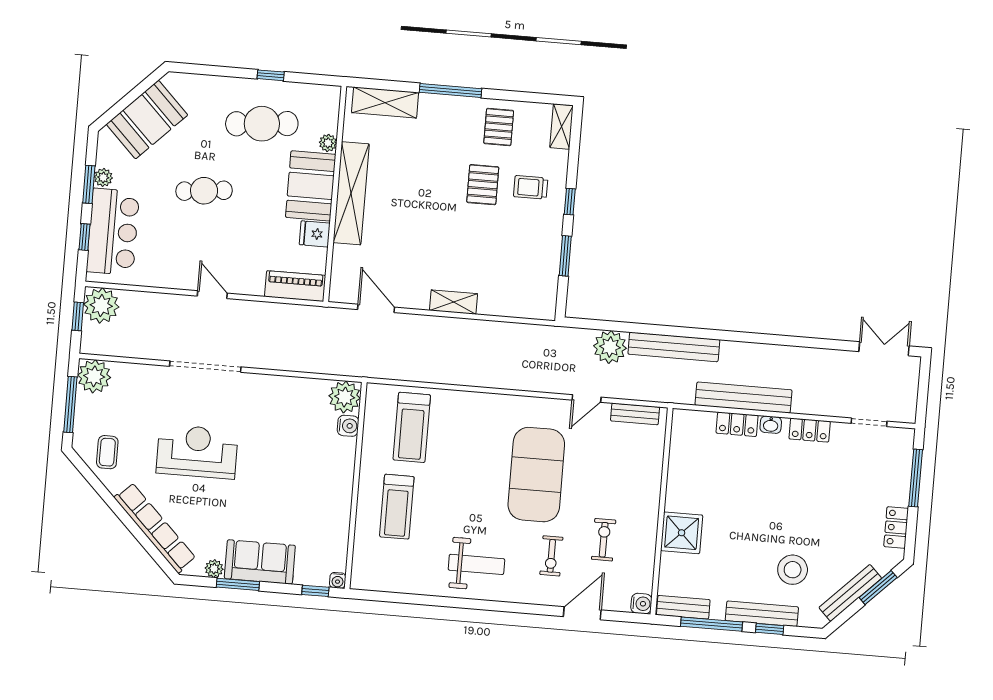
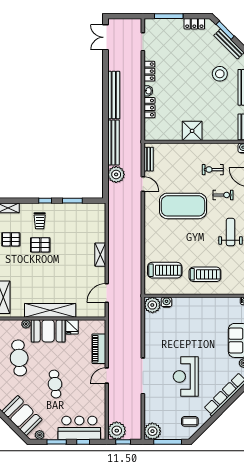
plant: (103, 177) -> (40, 435), moved
piano: (295, 286) -> (99, 349), moved
bench: (744, 398) -> (114, 95), moved
shower: (682, 533) -> (192, 131), moved

